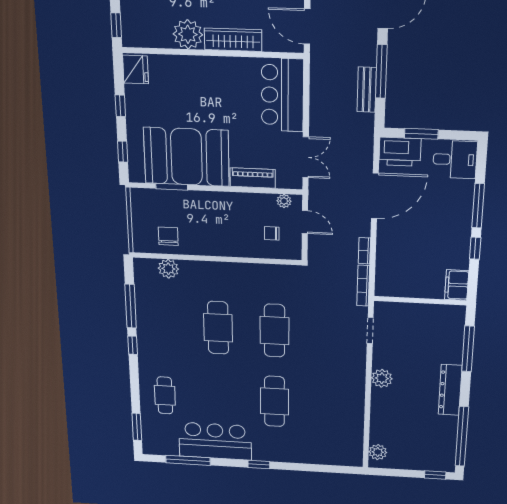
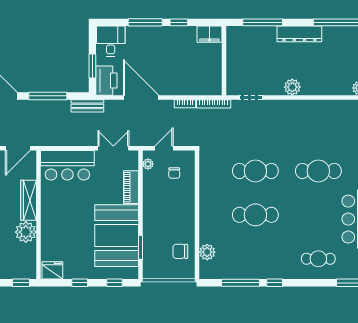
bench: (367, 90) -> (87, 106), moved

